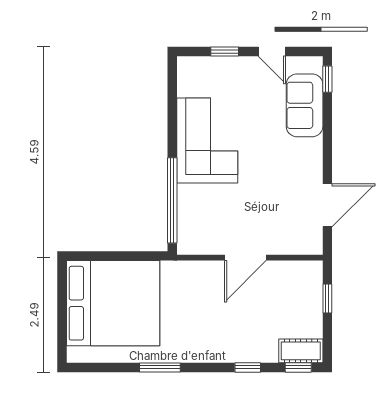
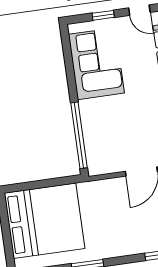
corner sofa: (207, 141) -> (96, 64), moved

